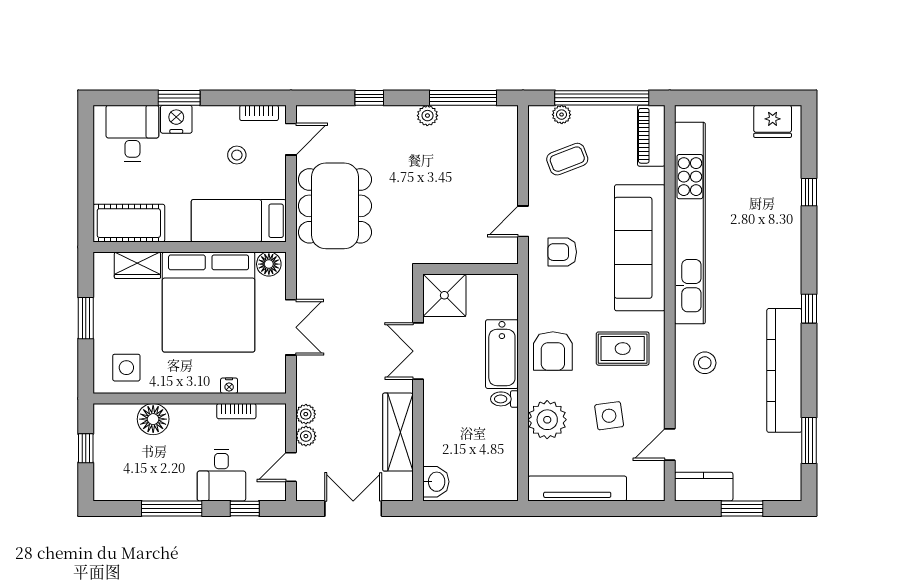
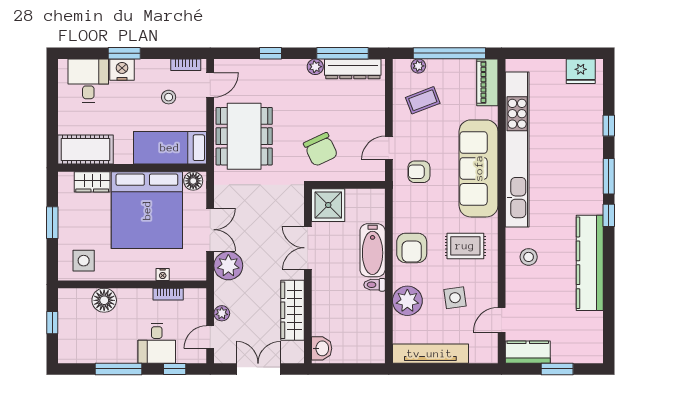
dresser: (476, 118) -> (353, 69), added
chair: (434, 223) -> (321, 150), added
plant: (306, 414) -> (228, 266), moved, width x1.87, depth x1.87
window: (809, 440) -> (609, 176), moved

